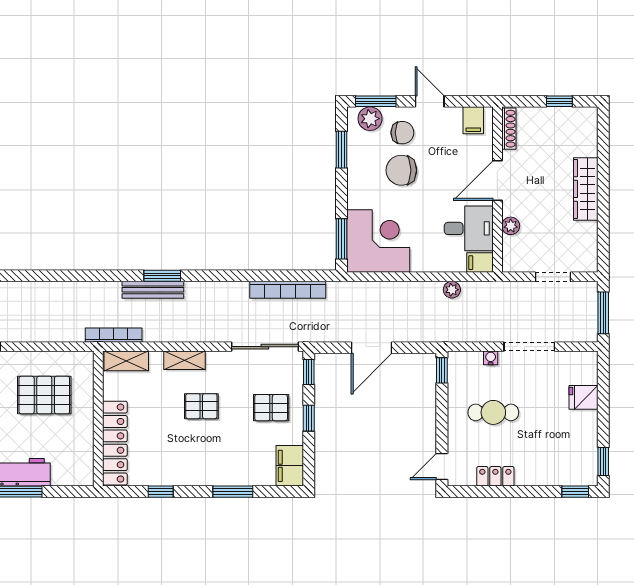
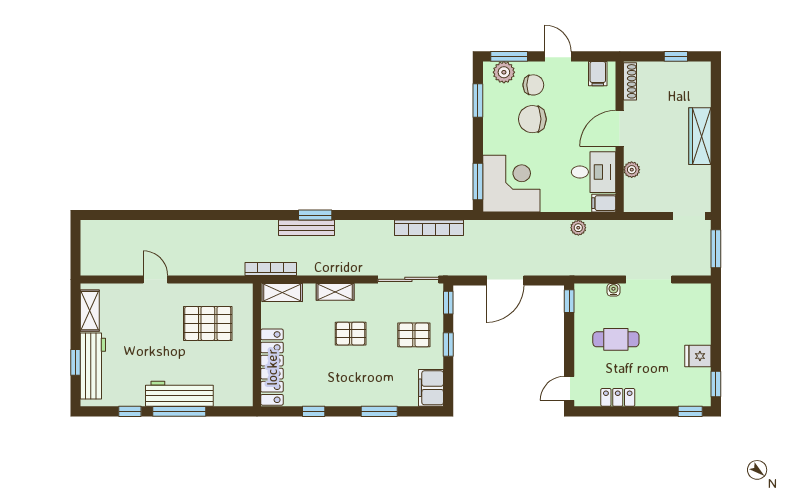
doorway: (553, 277) -> (689, 216), moved
fridge: (584, 397) -> (698, 356), moved

